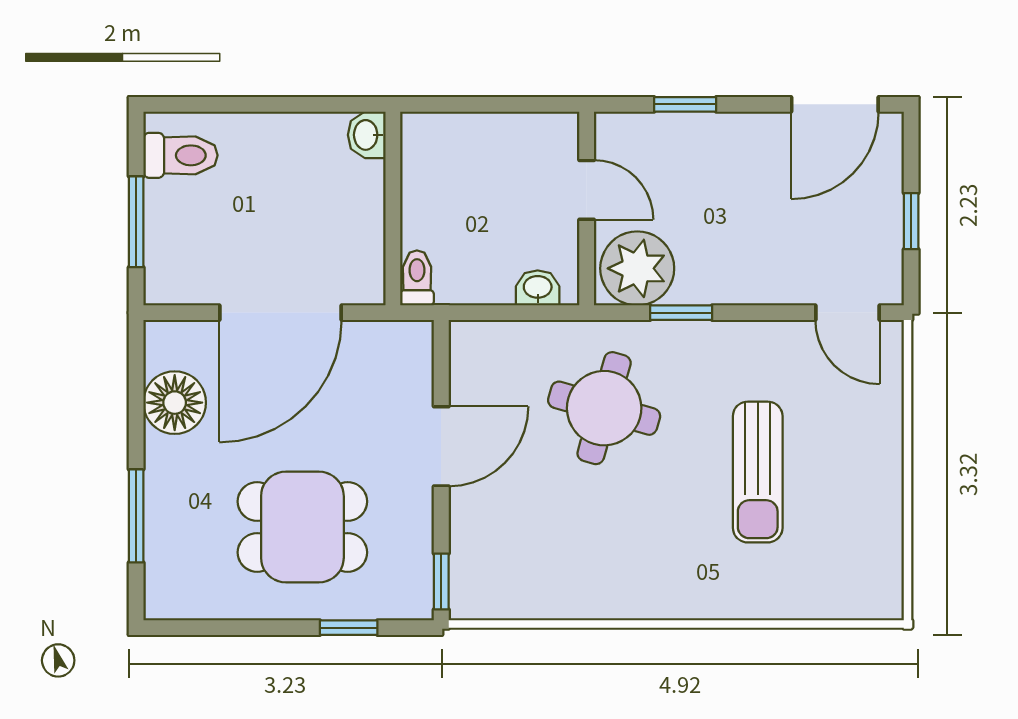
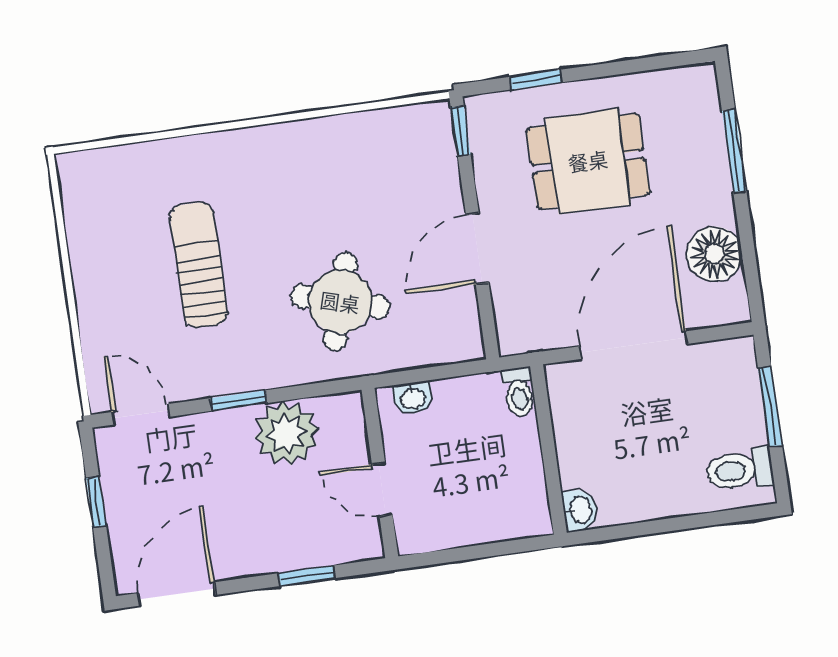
plant: (637, 268) -> (287, 433), moved
window: (681, 313) -> (239, 401), moved

